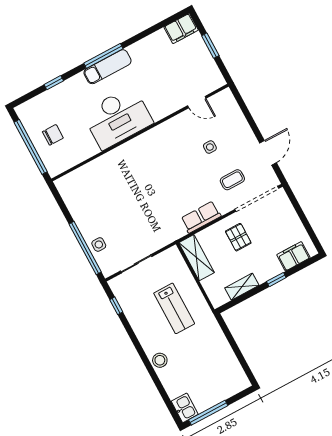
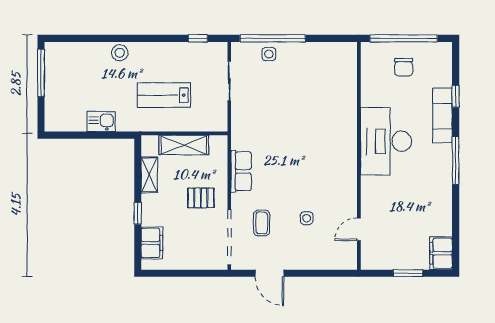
exam couch: (108, 67) -> (442, 116), moved
shelving: (197, 258) -> (184, 145), moved
kitchen sink: (185, 408) -> (101, 121), moved, turned 180

